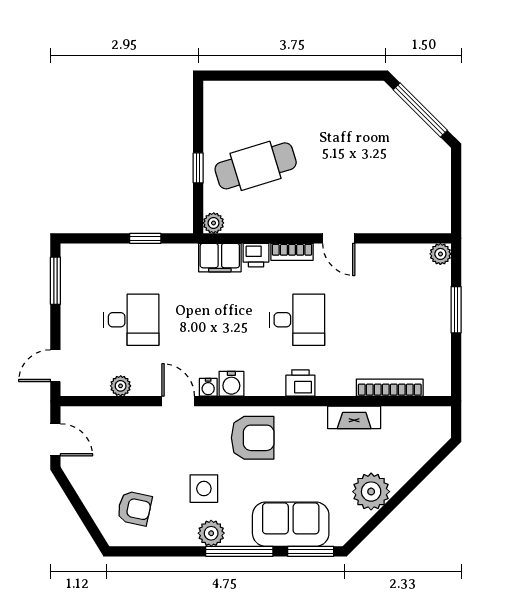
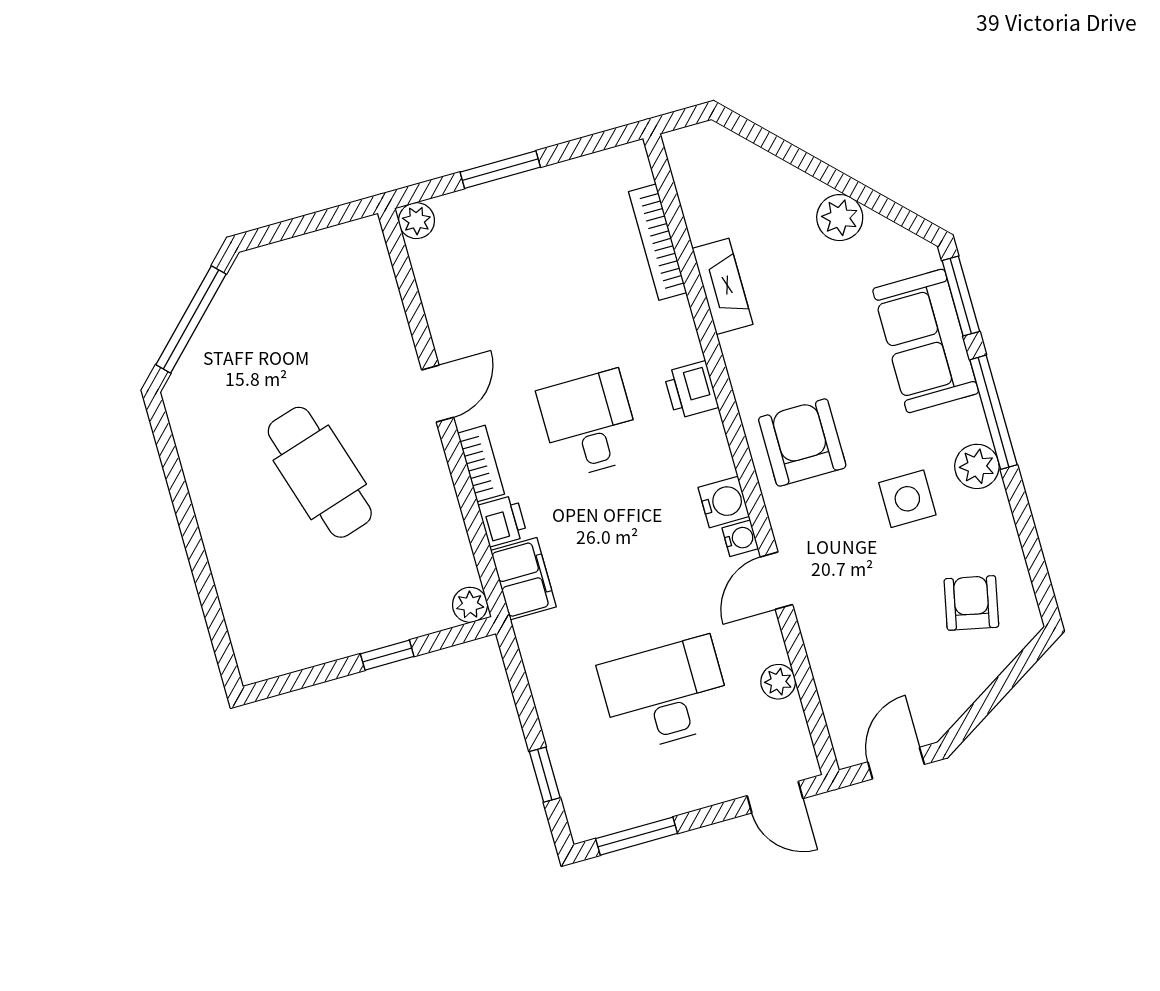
cafe table: (256, 166) -> (320, 472), moved
window: (145, 238) -> (545, 775), moved
desk: (131, 320) -> (665, 694), width x1.37
plant: (371, 492) -> (840, 218), width x0.73, depth x0.73

